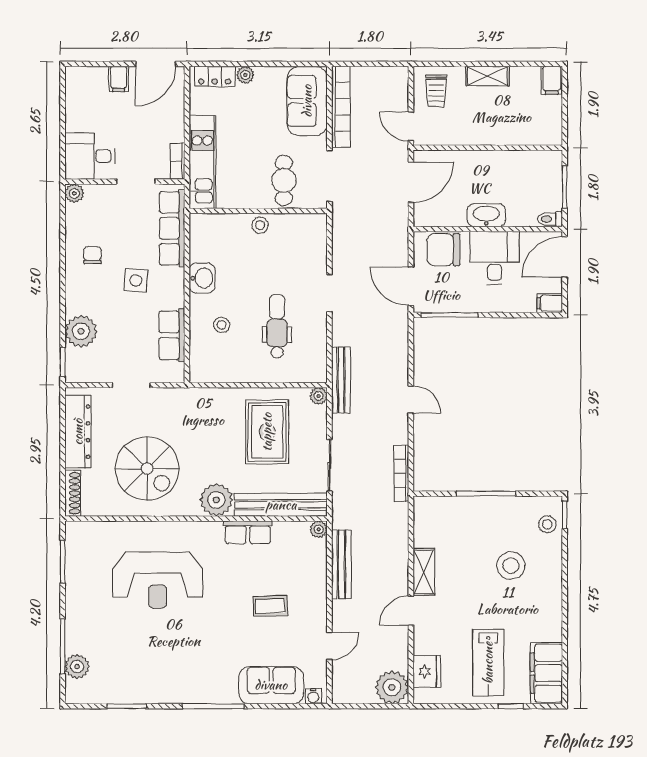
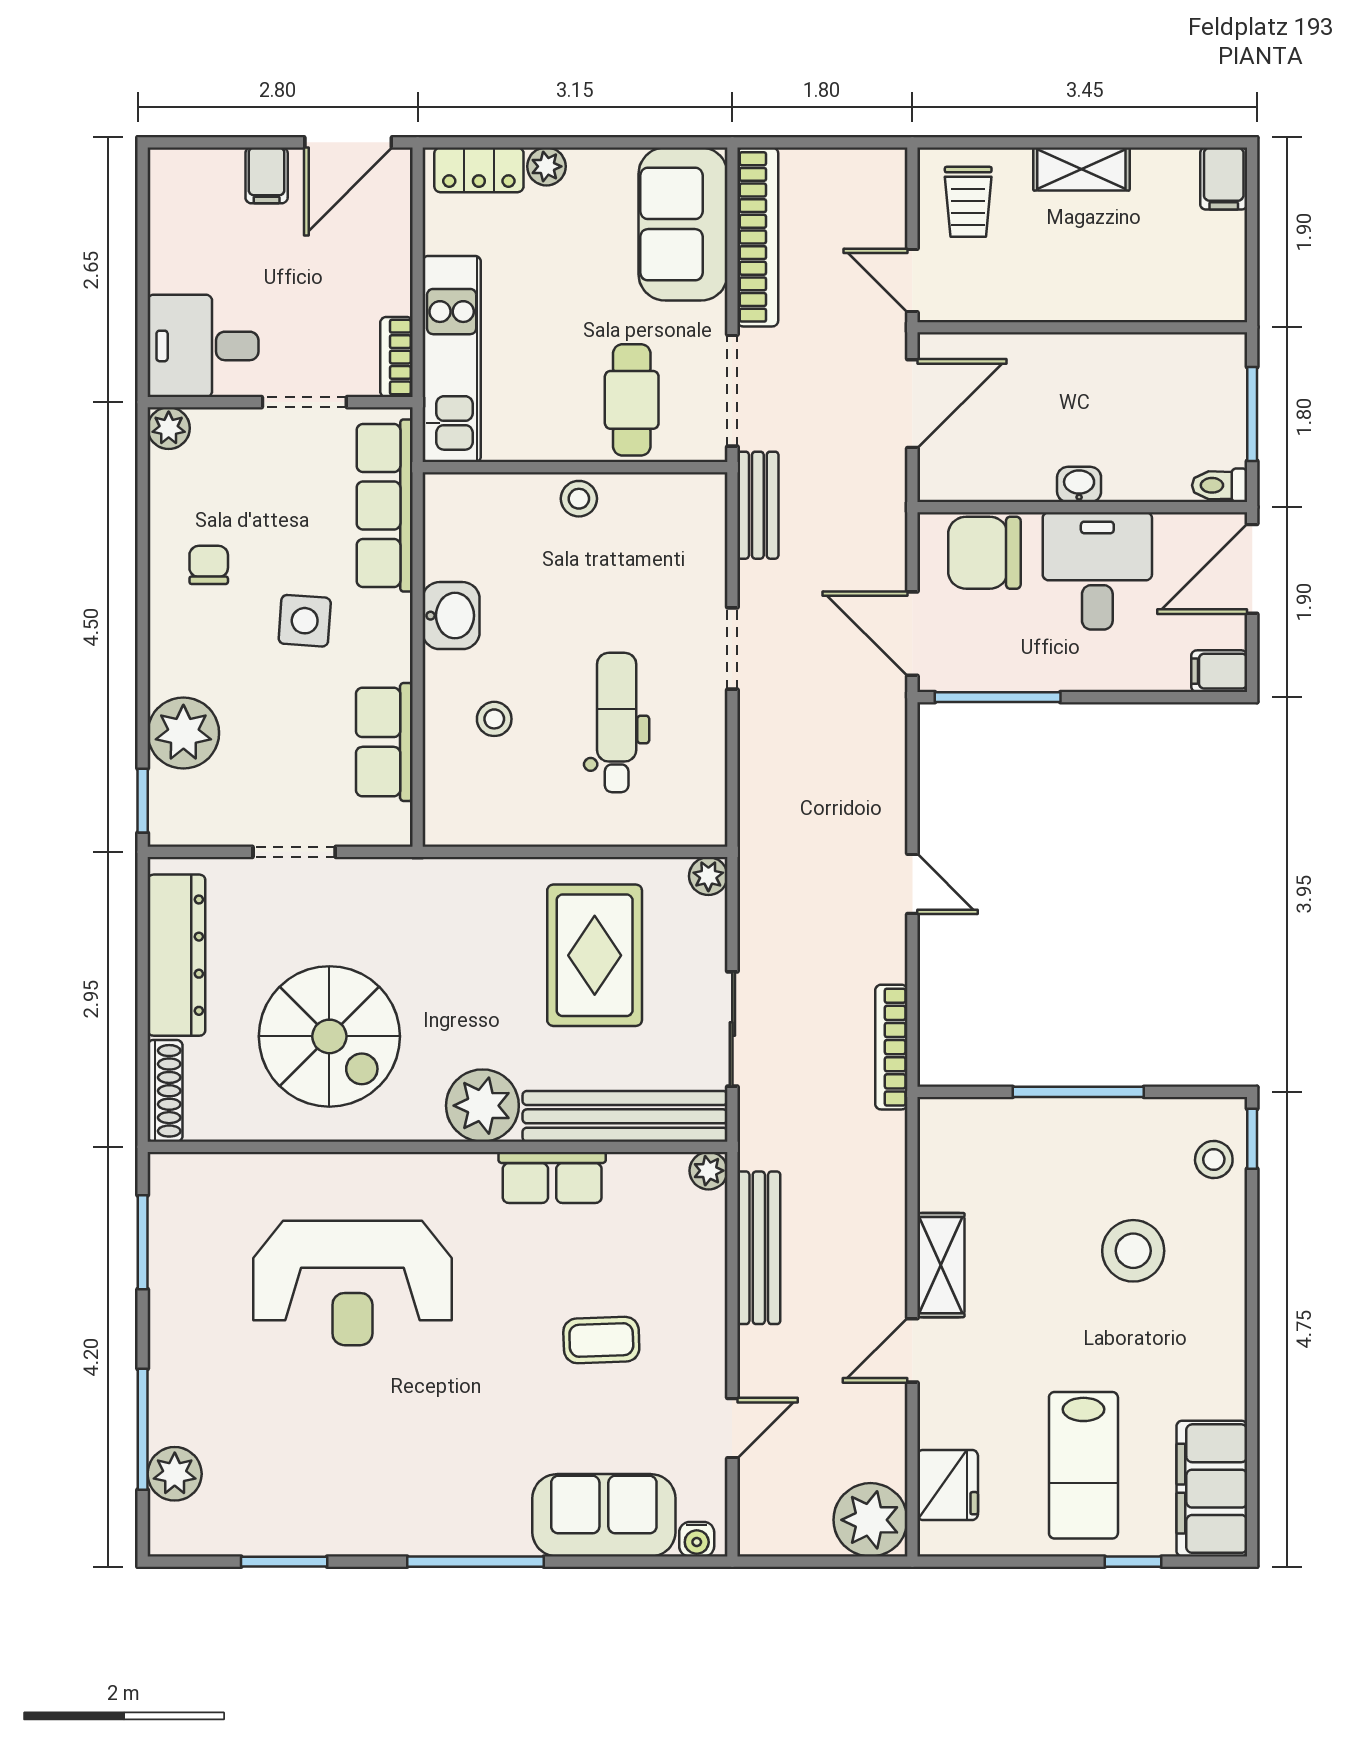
washbasin: (486, 215) -> (1079, 484), width x0.52, depth x0.69
bench: (341, 380) -> (758, 505), moved, width x0.73

